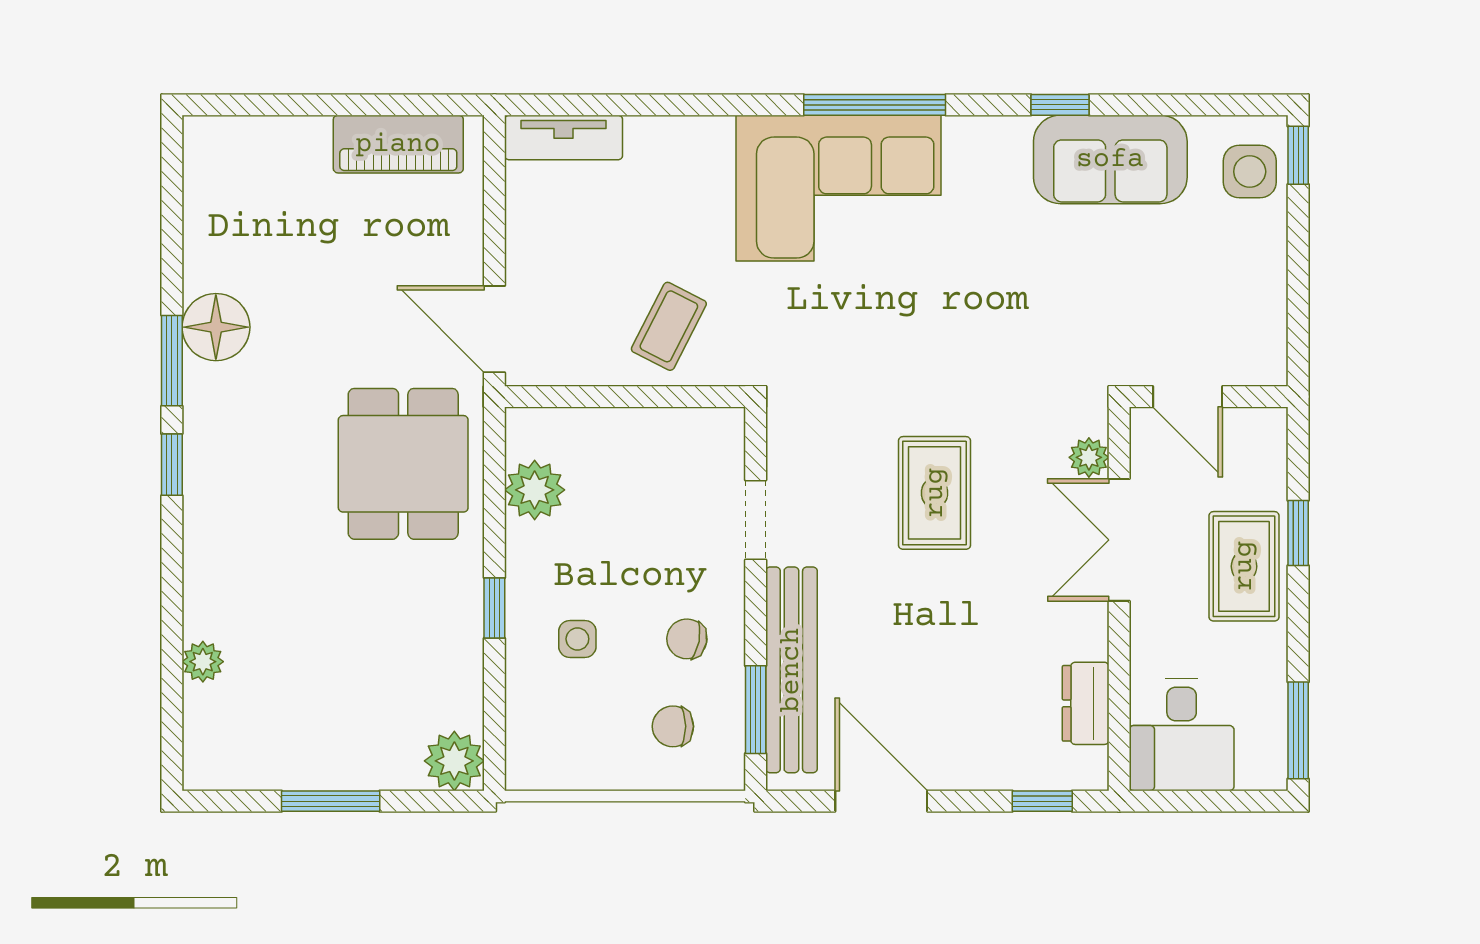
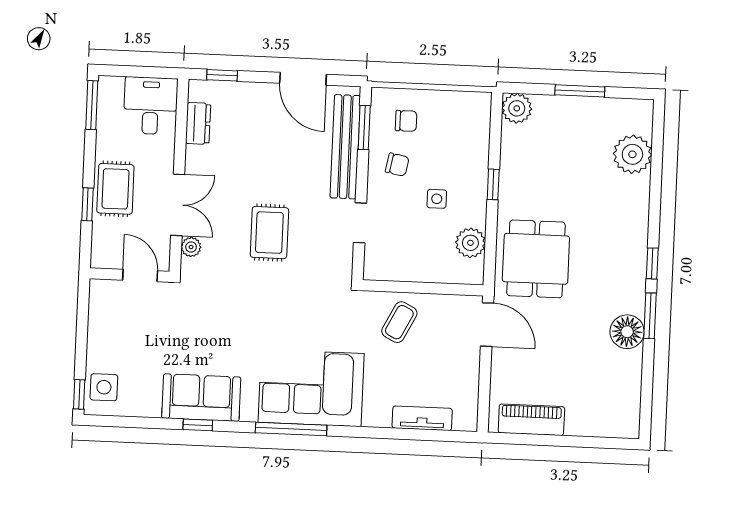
tv unit: (564, 137) -> (422, 418), moved
sofa: (1110, 159) -> (201, 398), moved
side table: (577, 639) -> (437, 199), moved
plant: (203, 662) -> (632, 154), width x1.87, depth x1.87

